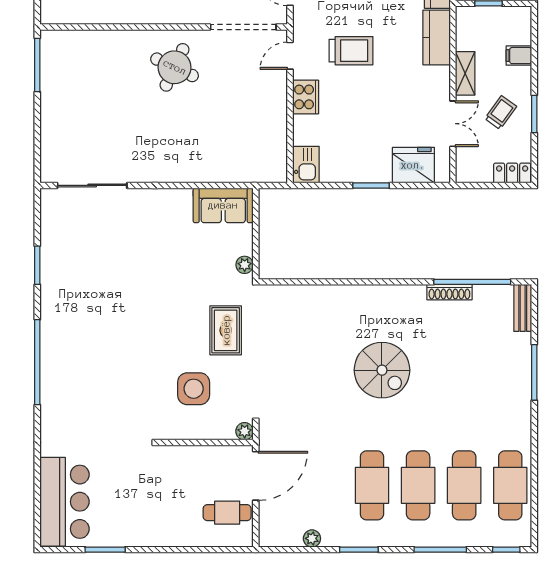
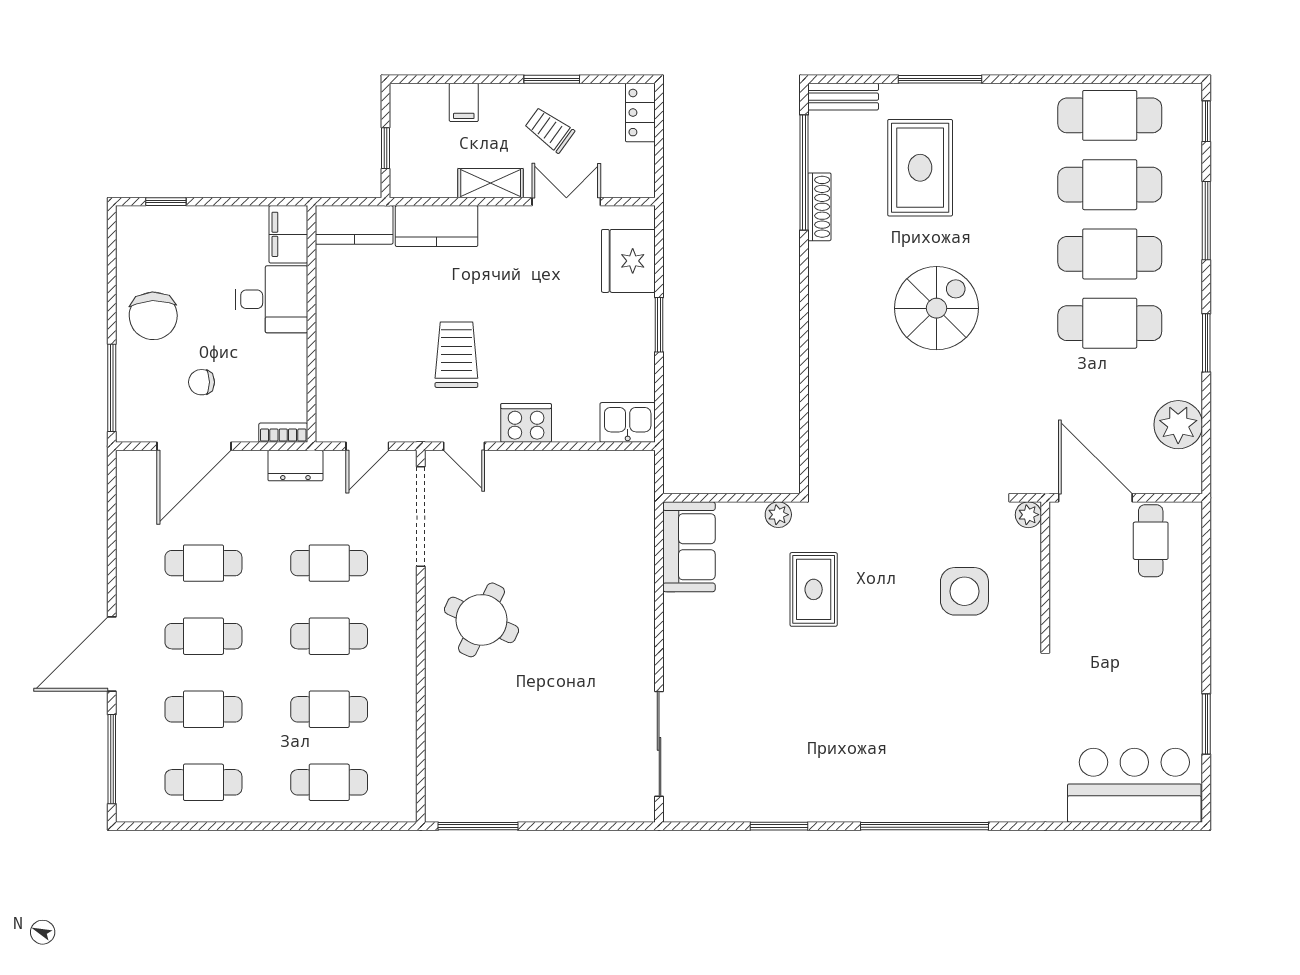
rug: (226, 330) -> (814, 589), moved, turned 90
rug: (475, 359) -> (920, 168), added
plant: (312, 538) -> (1178, 425), width x1.88, depth x1.88

